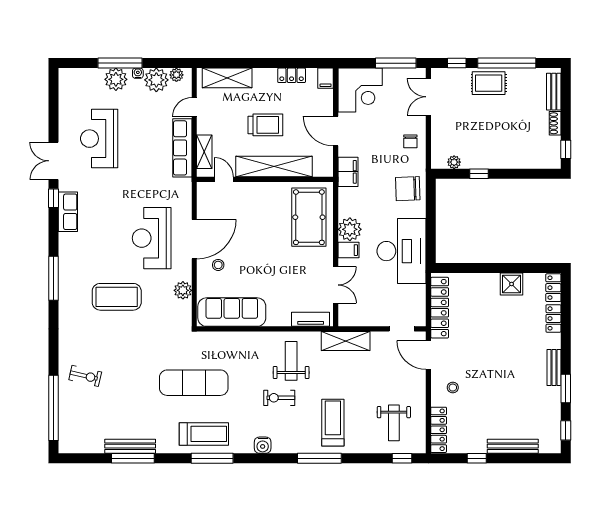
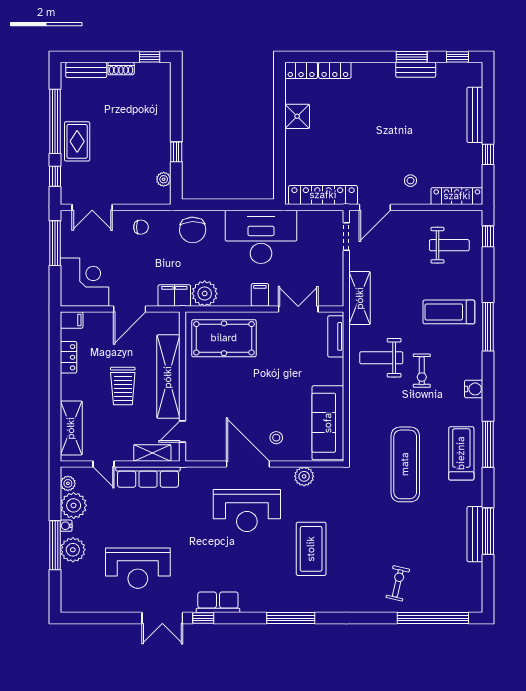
trolley: (265, 125) -> (123, 386), turned 180
plant: (350, 229) -> (205, 294), moved
bench: (554, 368) -> (416, 70), moved

